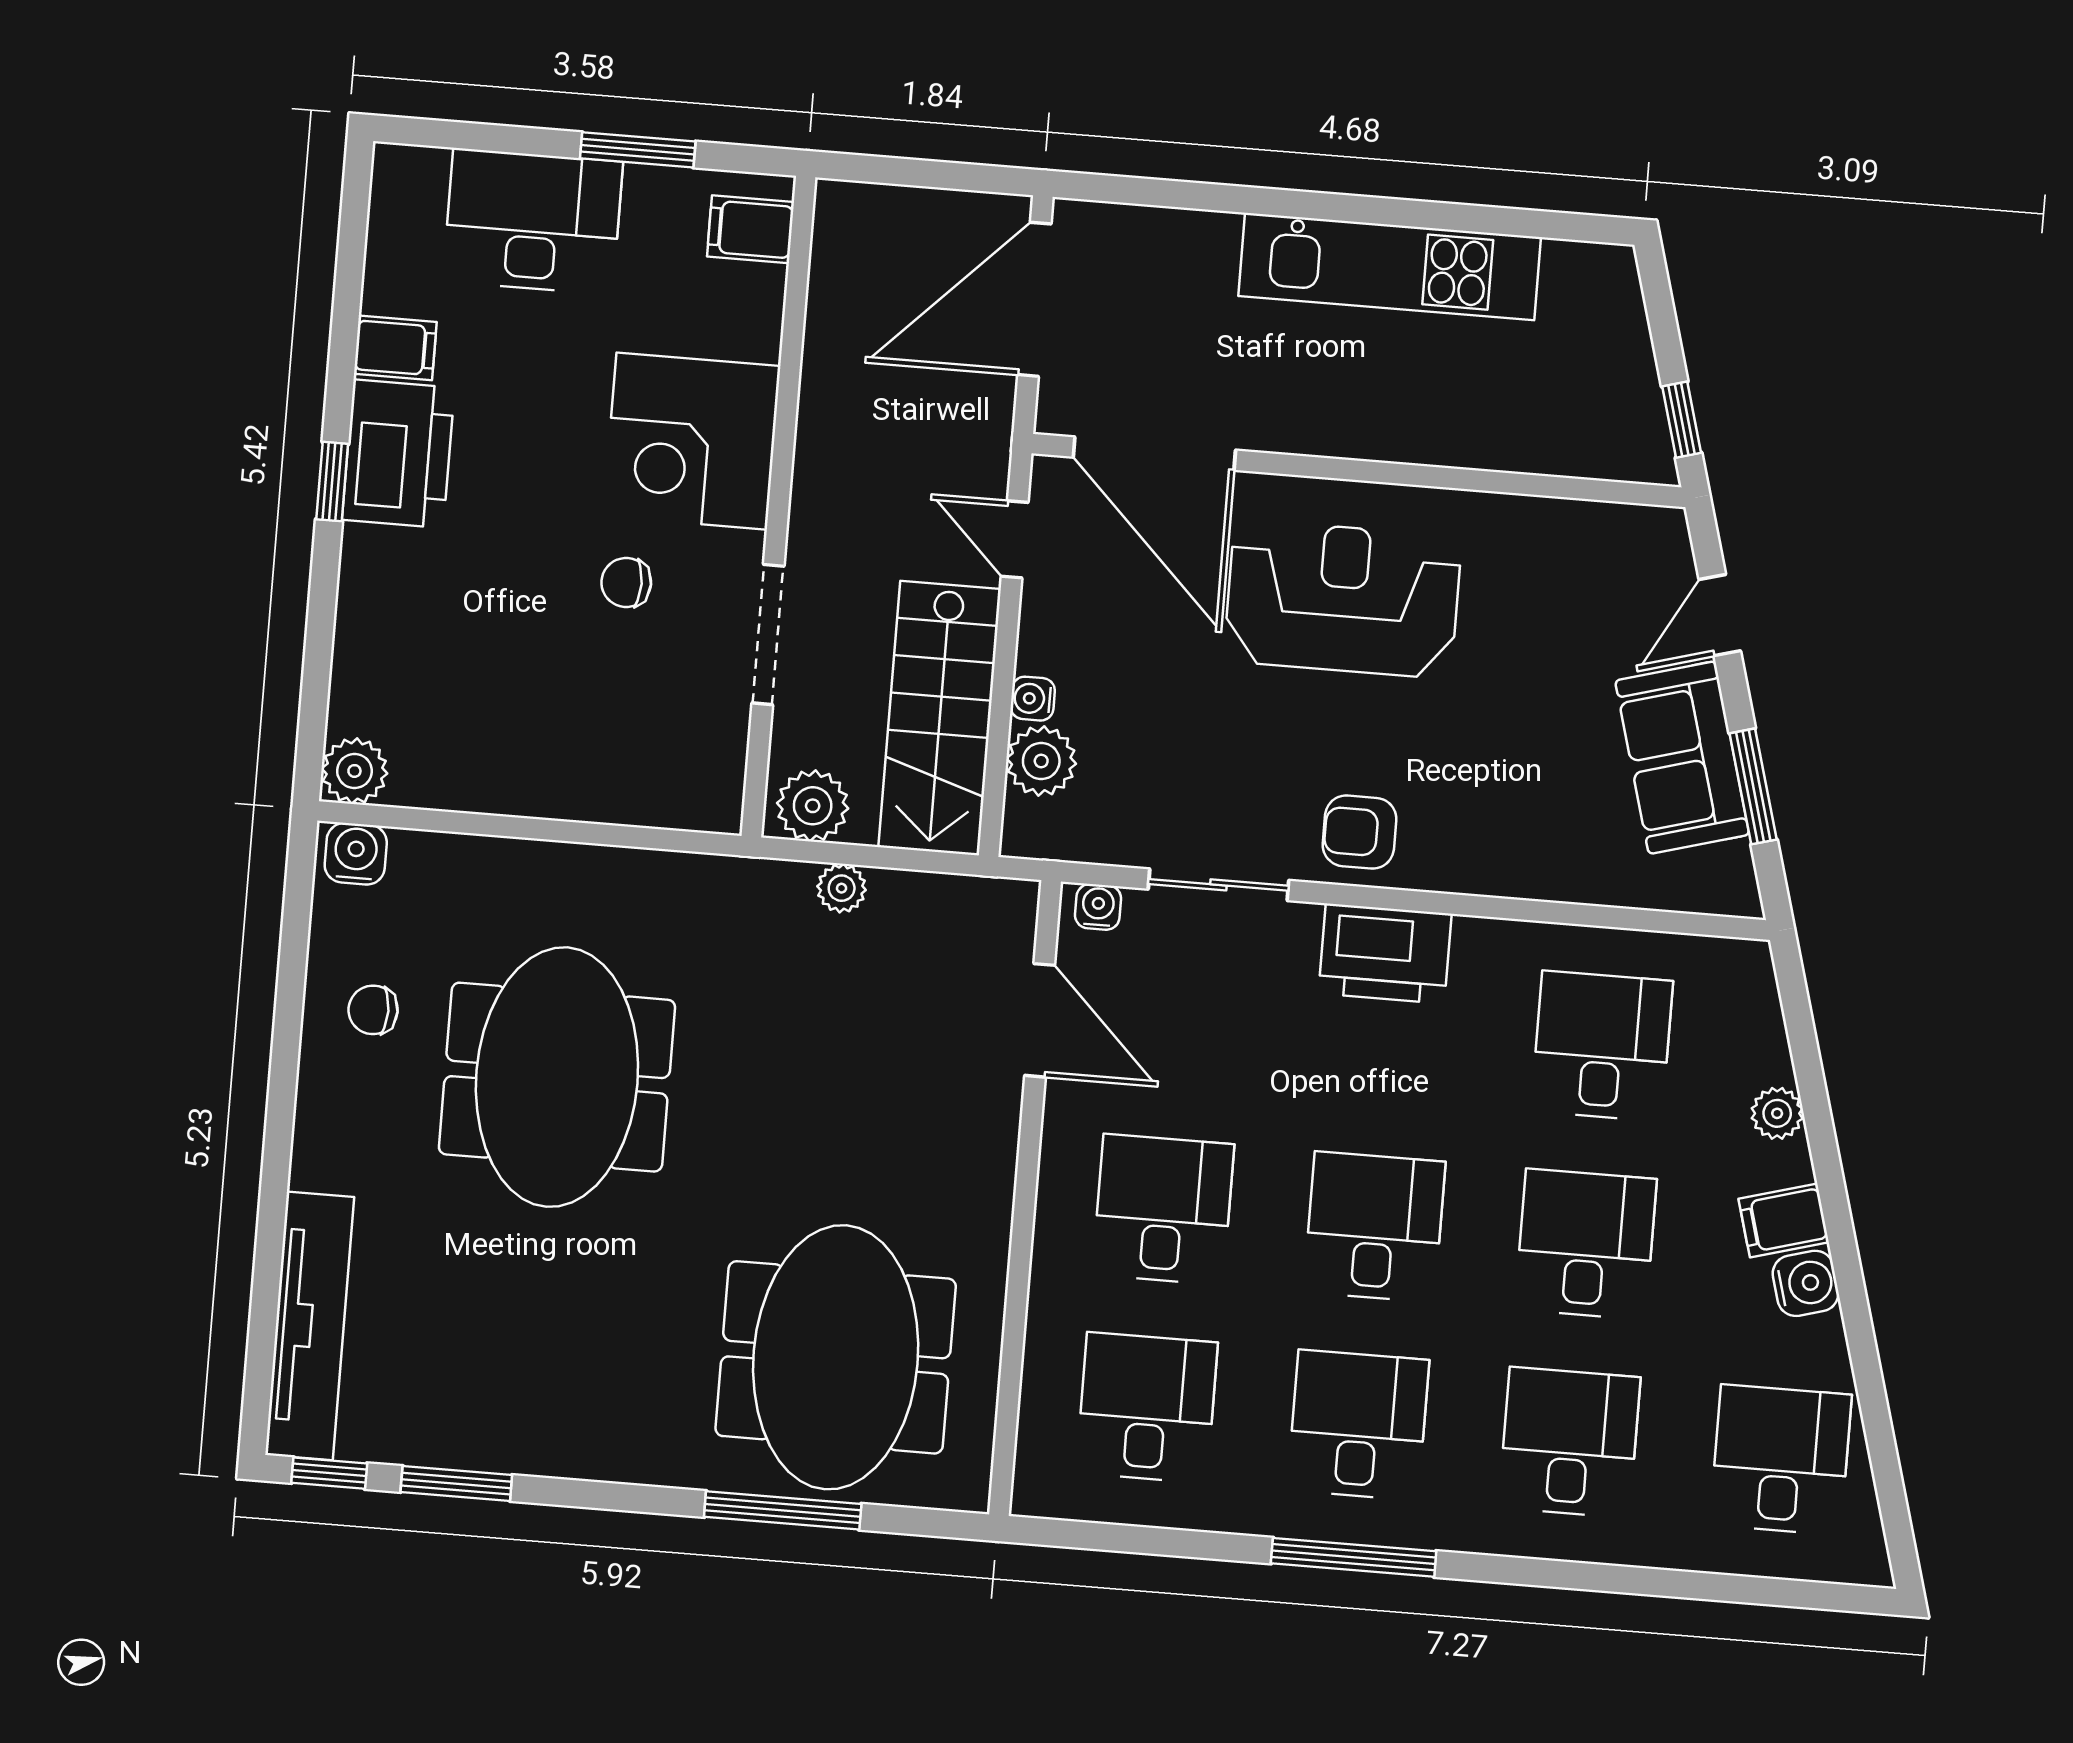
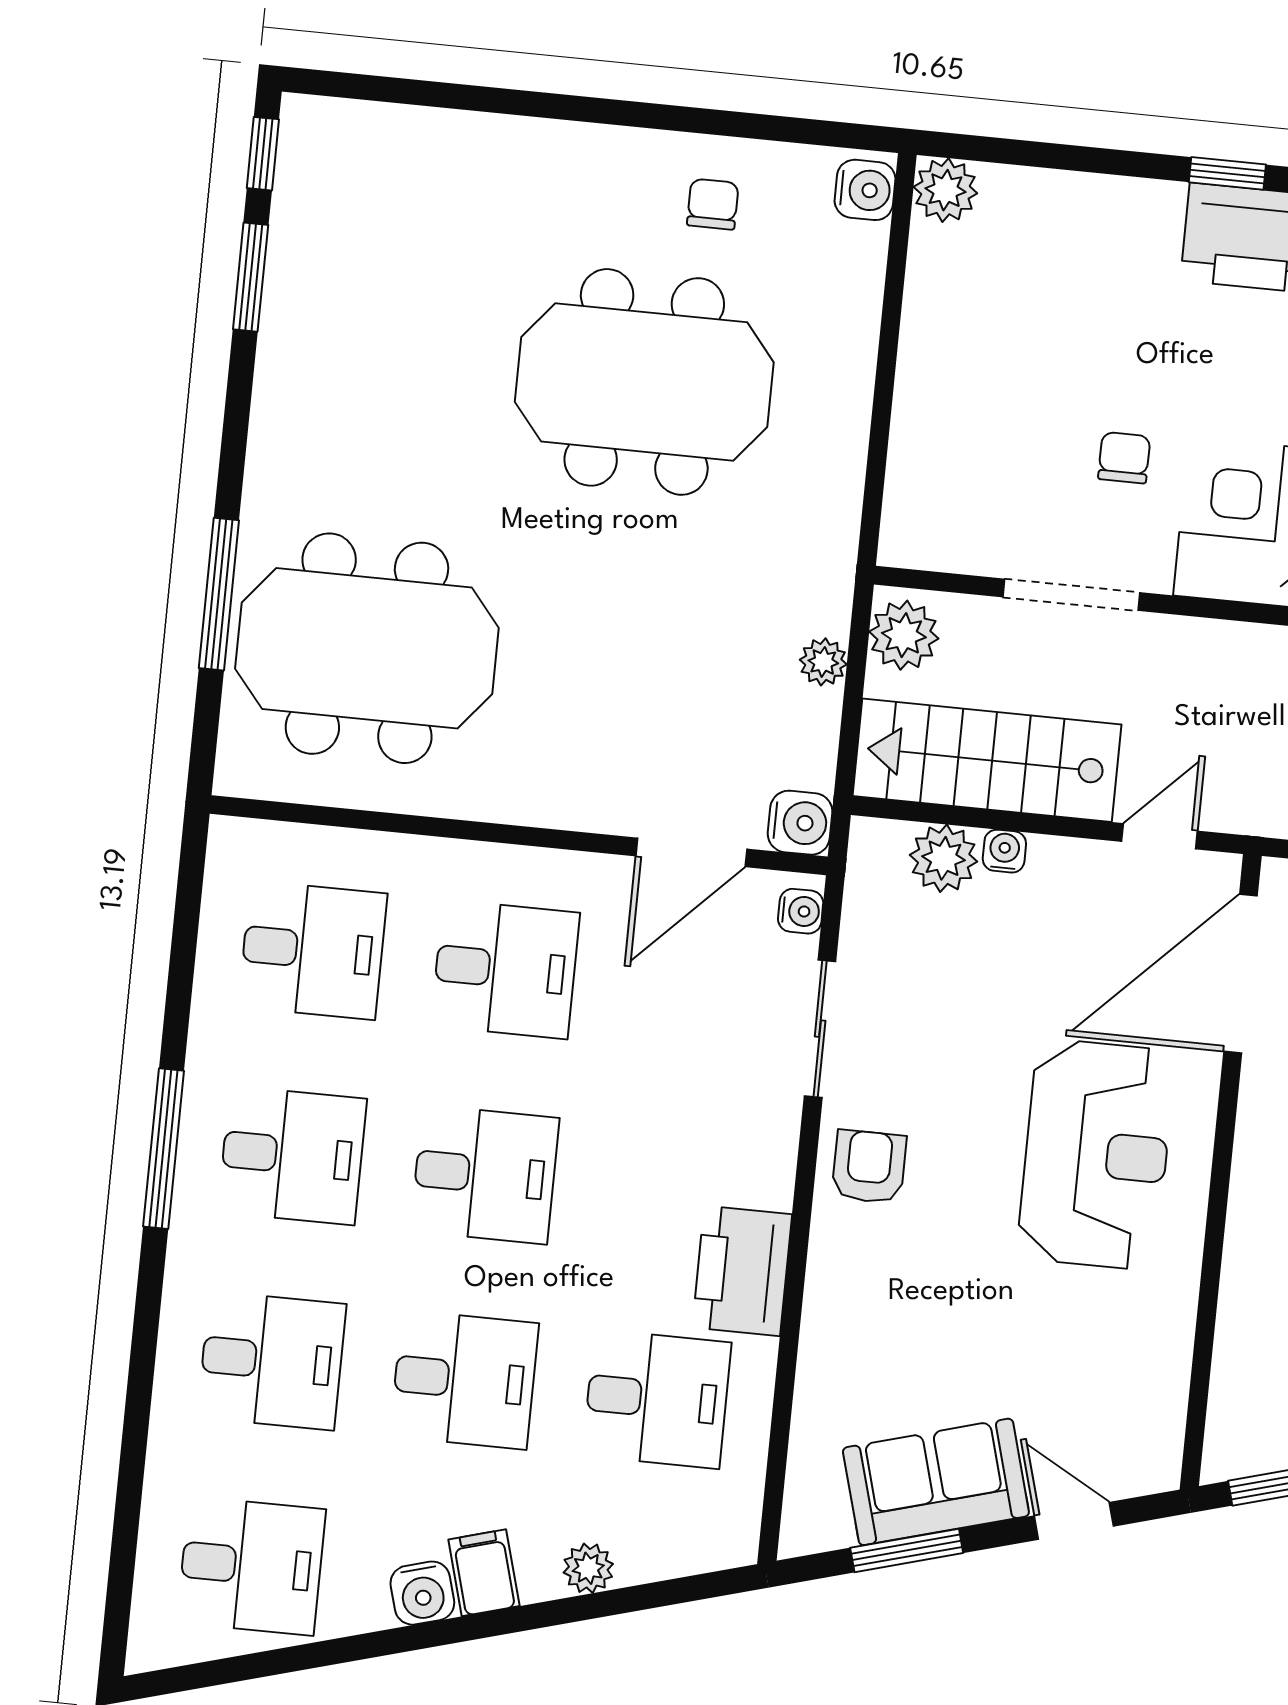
water cooler: (1007, 909) -> (800, 823), added
printer: (1385, 954) -> (742, 1271), moved
tv unit: (310, 1326) -> (406, 137), removed

